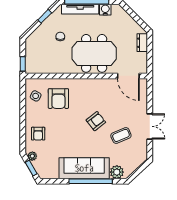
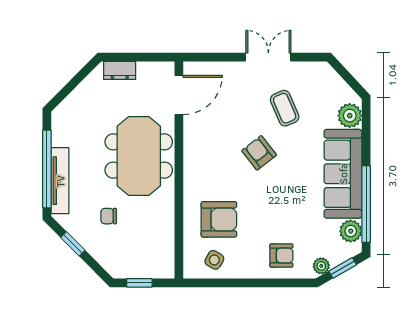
water cooler: (105, 10) -> (61, 136), removed
window: (23, 64) -> (139, 283), moved
plant: (52, 173) -> (351, 231), added
window: (91, 181) -> (366, 204), moved

